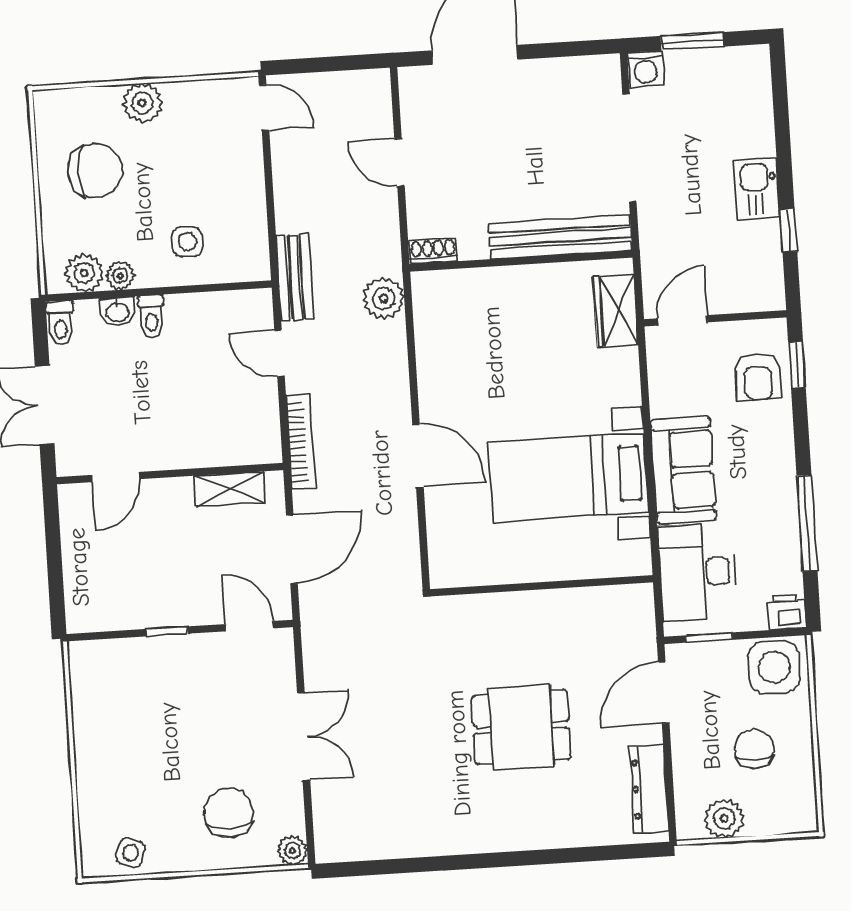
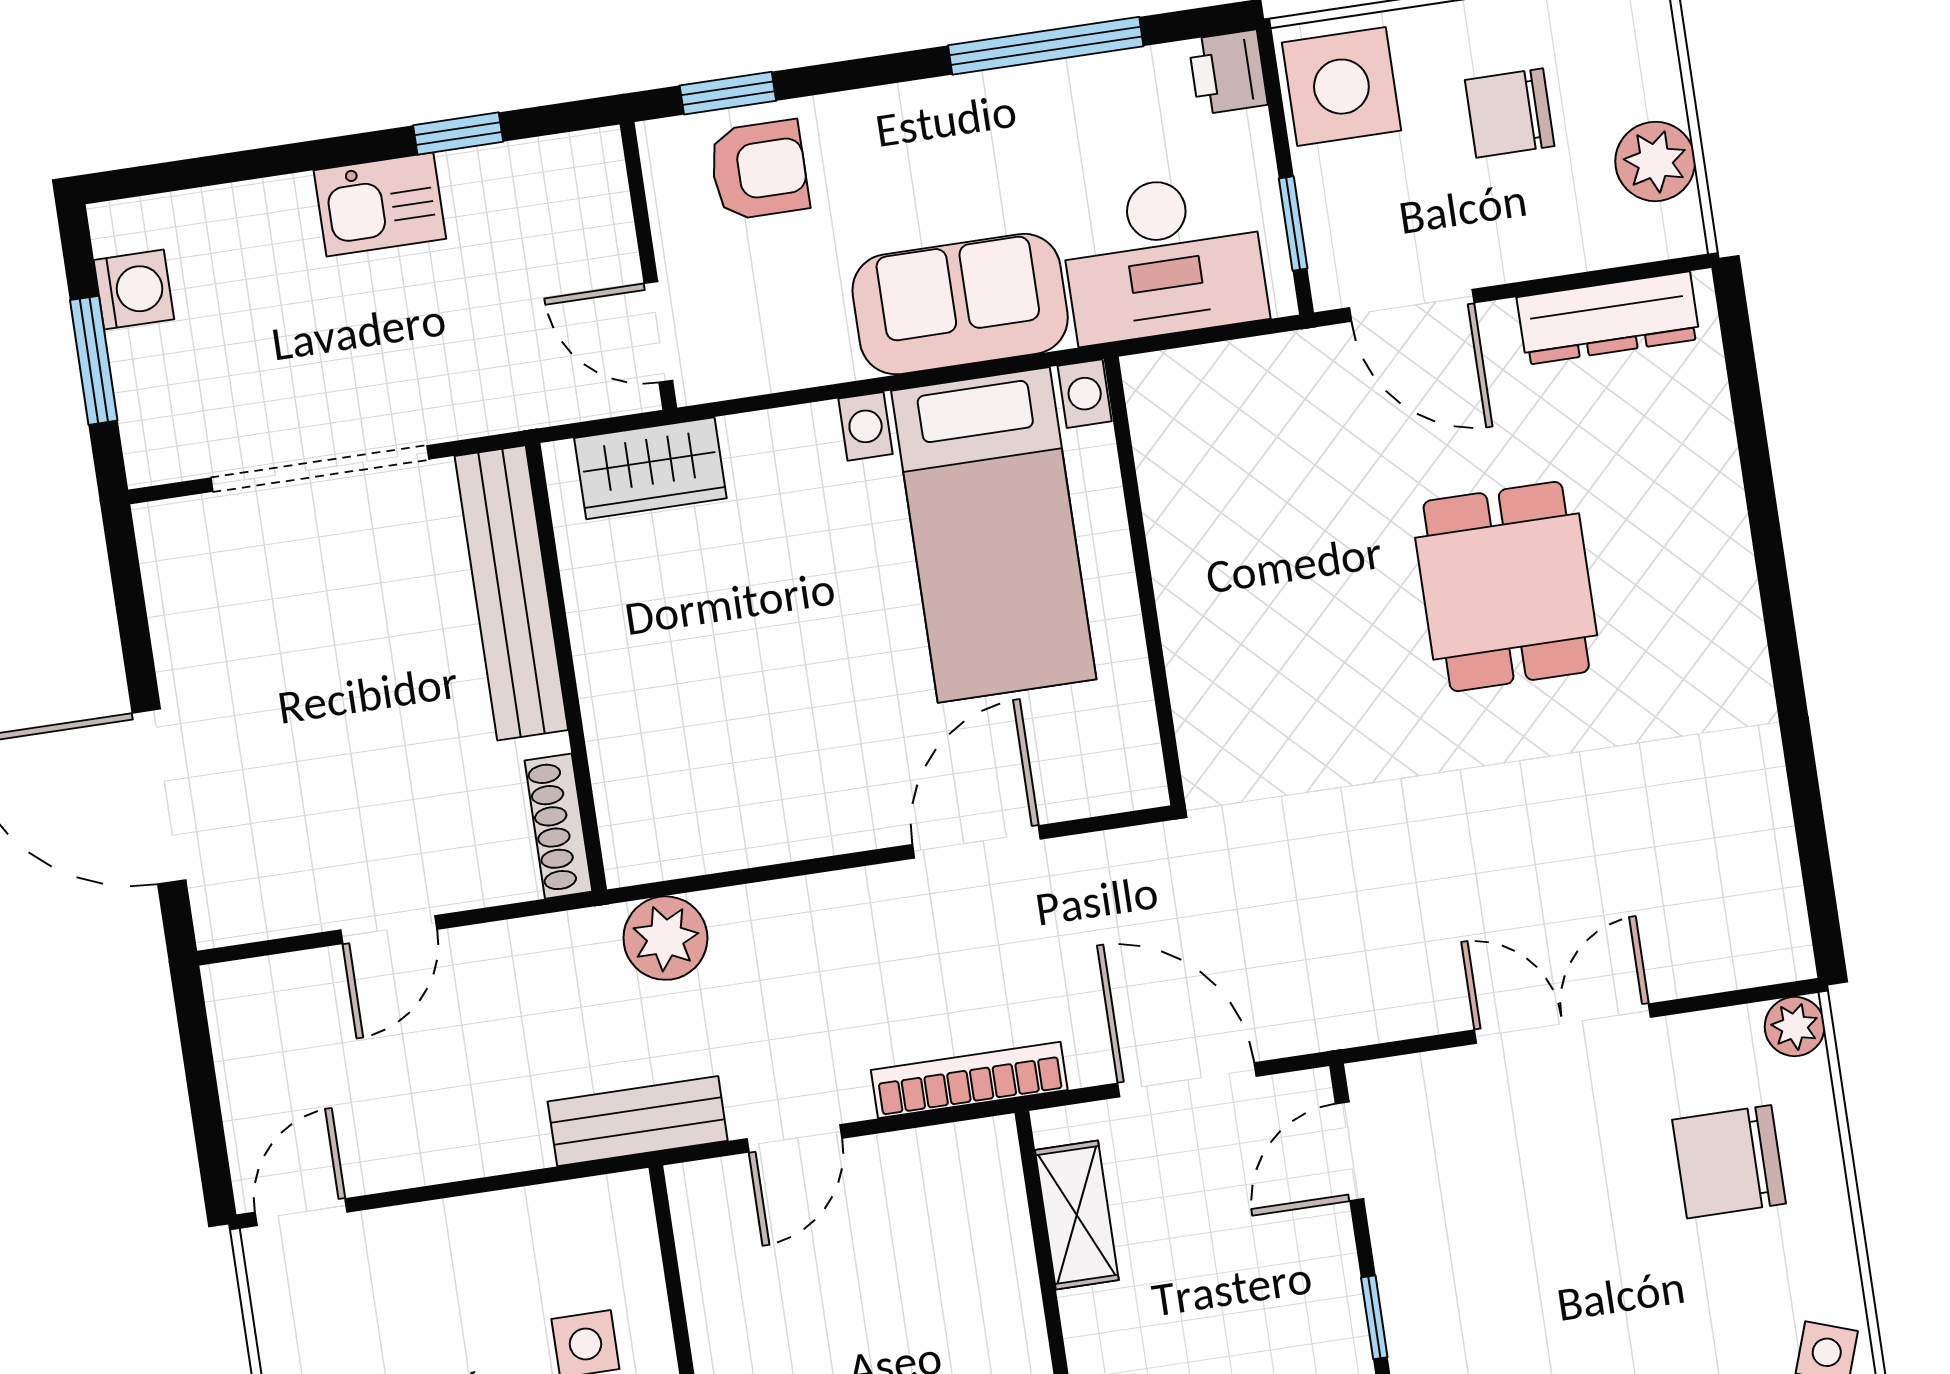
washing machine: (646, 69) -> (134, 290), moved
shoe rack: (433, 251) -> (558, 826), width x1.43
wall: (542, 586) -> (1145, 581), moved

